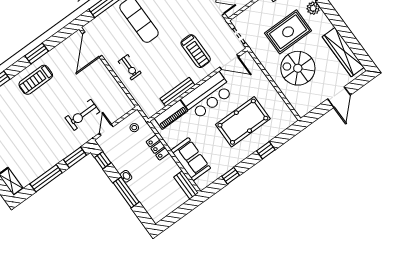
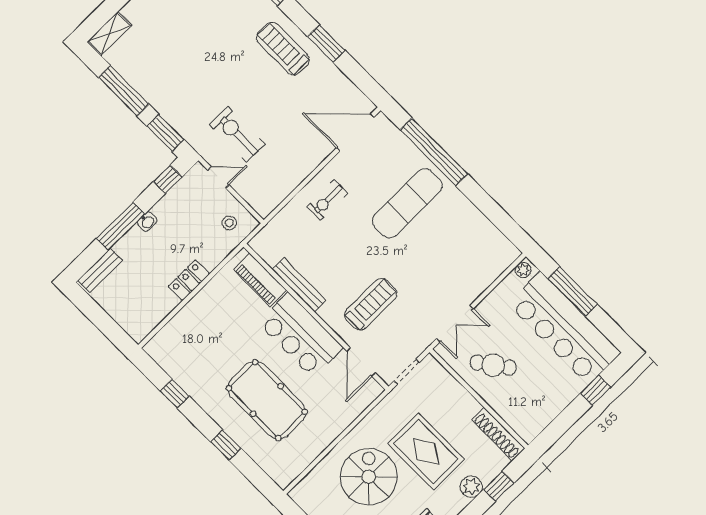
treadmill: (196, 51) -> (371, 304), turned 180
locker: (158, 147) -> (189, 280), moved
sofa: (191, 159) -> (192, 324), removed
bench: (186, 185) -> (100, 270), moved

